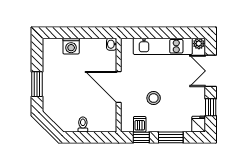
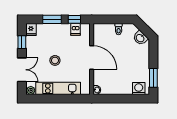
washing machine: (71, 46) -> (139, 89), moved
window: (37, 84) -> (153, 78), moved
stool: (154, 98) -> (55, 60), moved
washbasin: (54, 113) -> (140, 38), added

